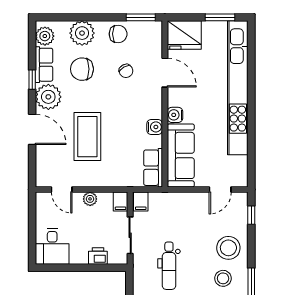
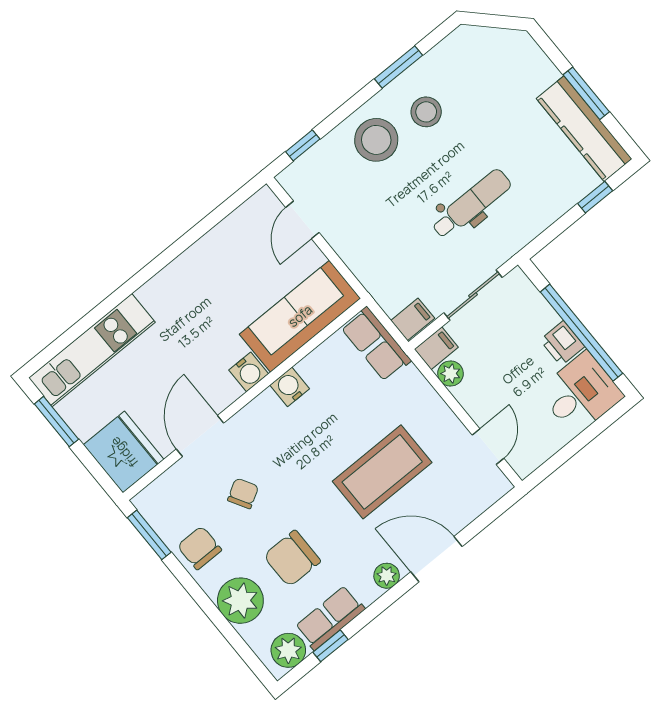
chair: (82, 69) -> (292, 558), turned 90
window: (32, 80) -> (331, 646), moved
kitchen unit: (238, 88) -> (92, 350), width x0.54
plant: (48, 97) -> (387, 576), width x0.53, depth x0.53
door: (32, 129) -> (436, 559), hinge flipped
row of seats: (153, 168) -> (376, 344), moved, turned 90
door: (220, 190) -> (302, 220), swing flipped
plant: (90, 199) -> (450, 373), moved
printer: (98, 256) -> (562, 343), moved
window: (77, 268) -> (581, 333), added

